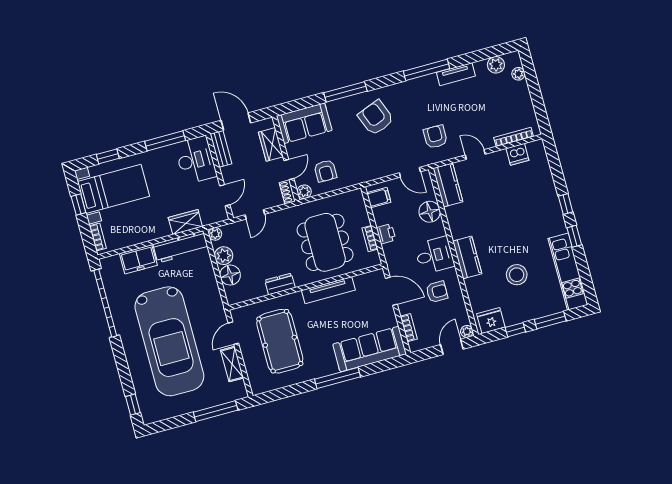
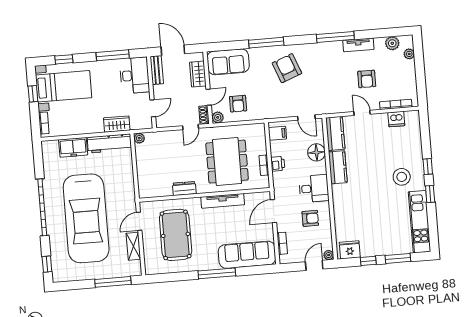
armchair: (435, 137) -> (367, 79), moved, turned 180
door: (255, 214) -> (191, 127), moved
plant: (224, 256) -> (143, 157), removed
kitchen counter: (467, 257) -> (338, 167), moved
floor lamp: (230, 275) -> (145, 174), removed
stool: (517, 275) -> (402, 177), moved
door: (391, 291) -> (273, 211), swing flipped
garage door: (105, 303) -> (42, 207), moved

